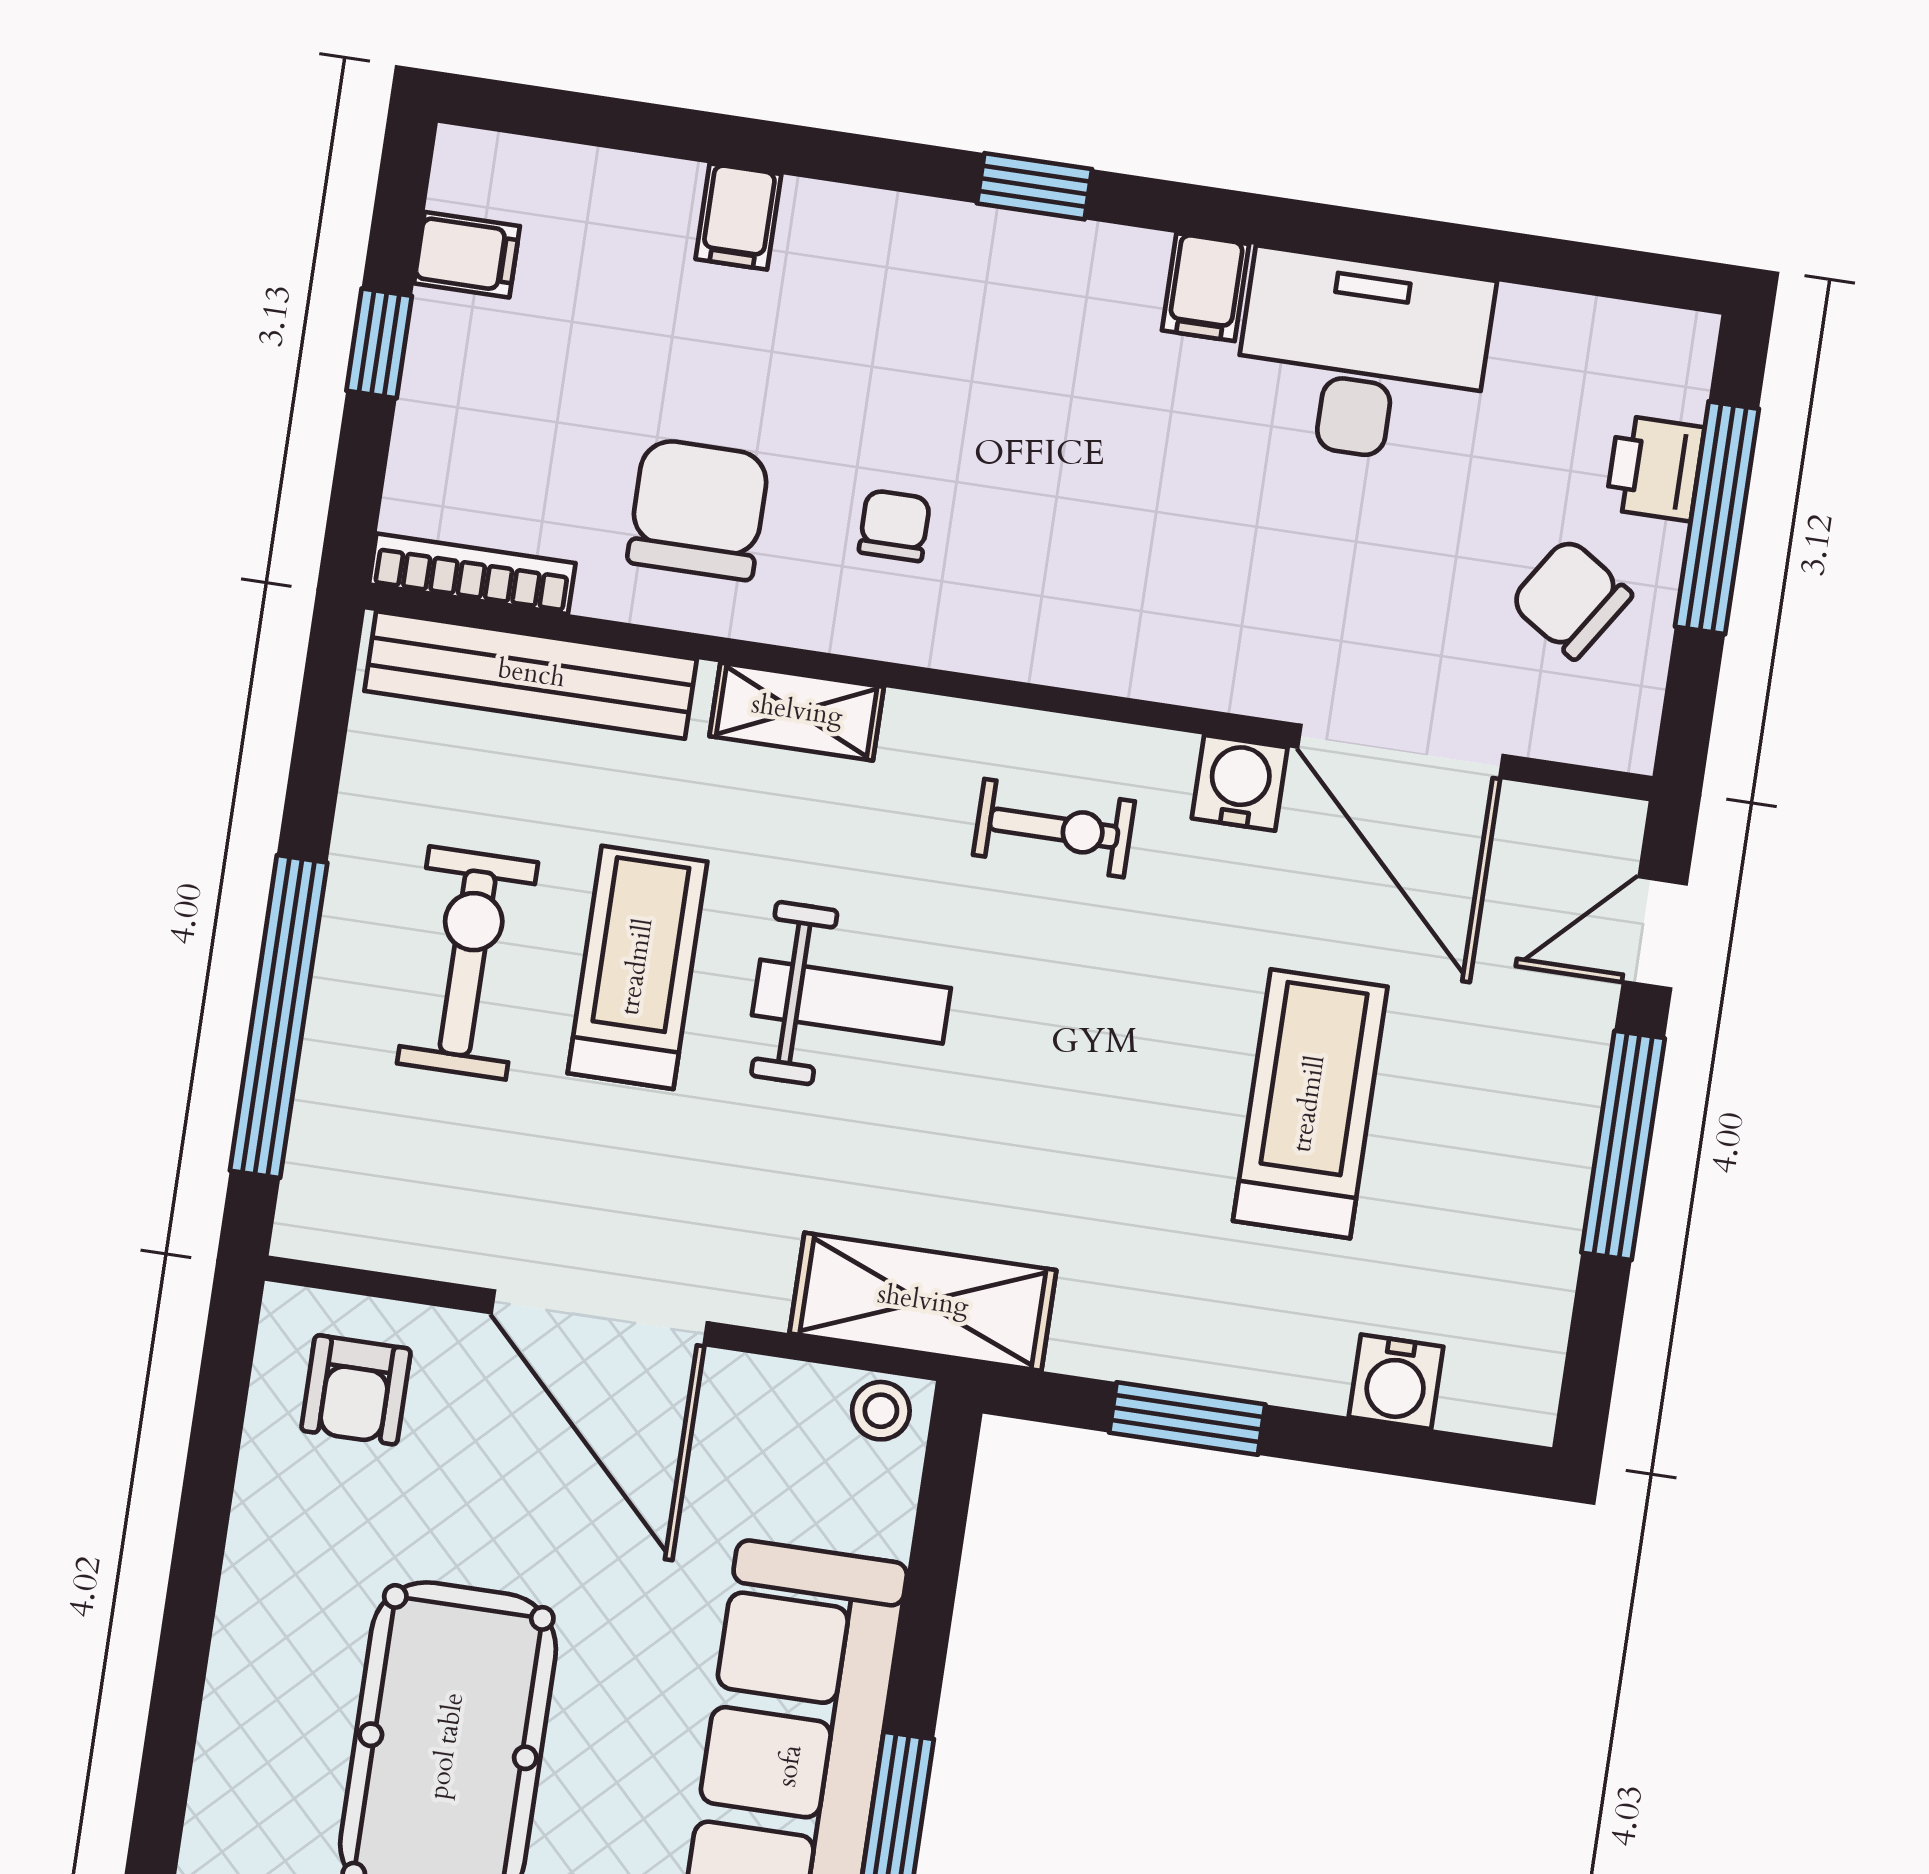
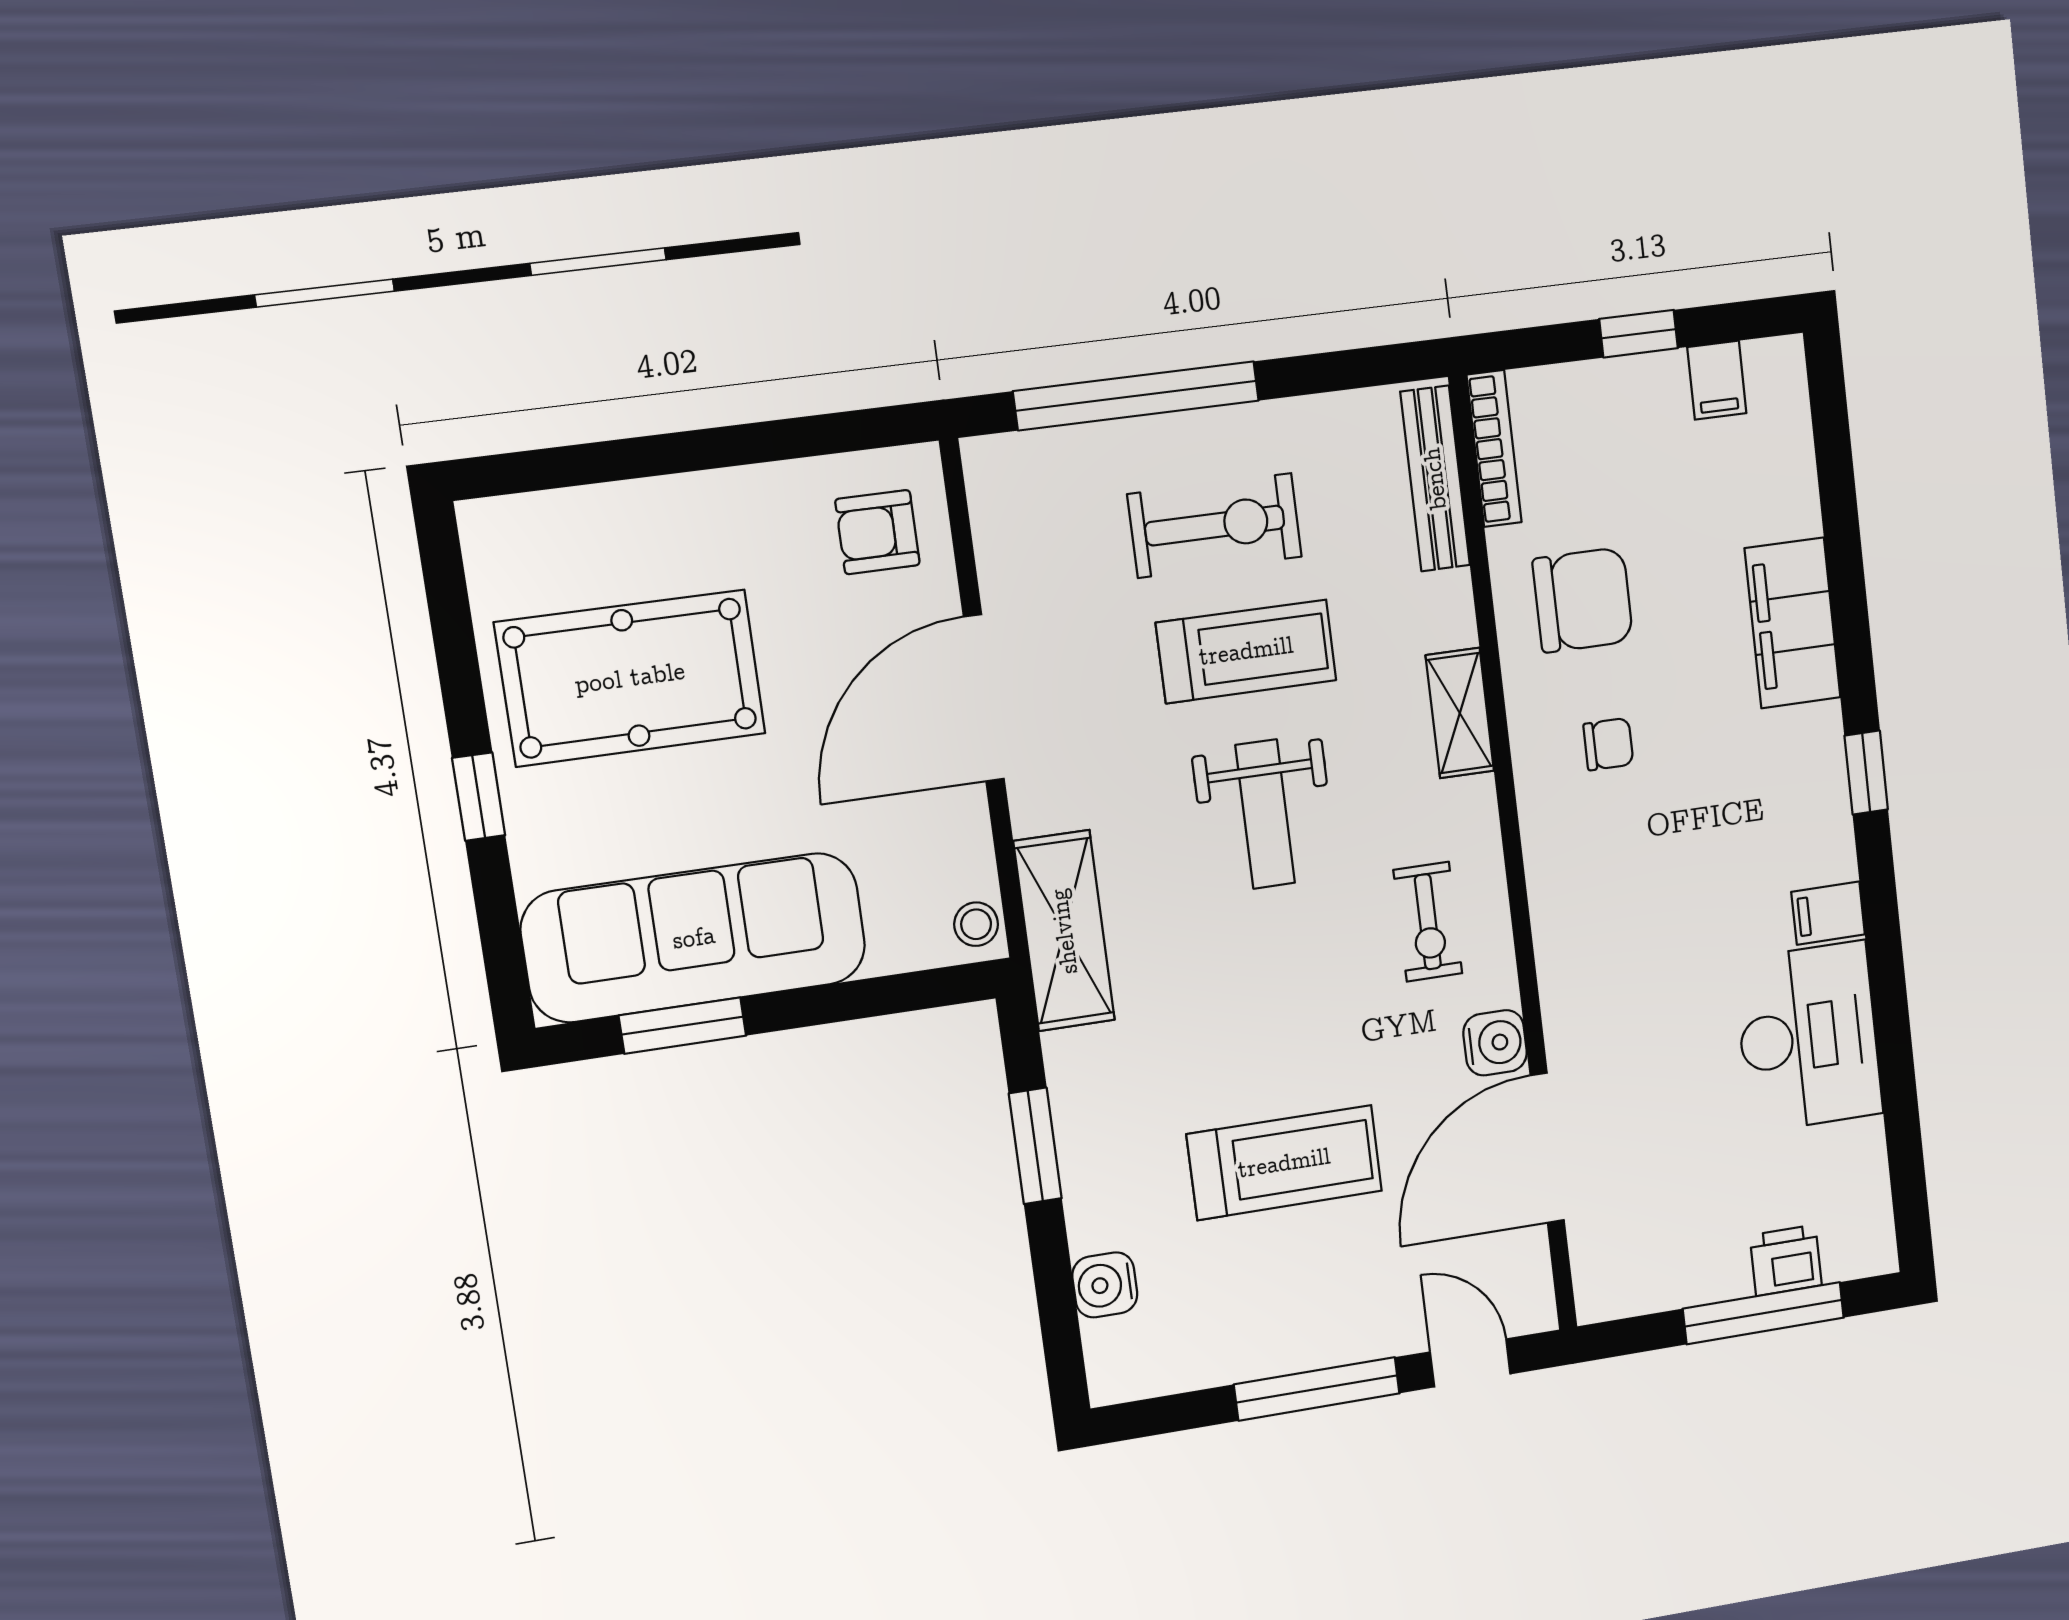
filing cabinet: (738, 217) -> (1793, 623), width x3.00, depth x1.17
chair: (1571, 598) -> (1683, 1232), removed
bench: (531, 675) -> (1435, 479), width x0.73, depth x0.82

